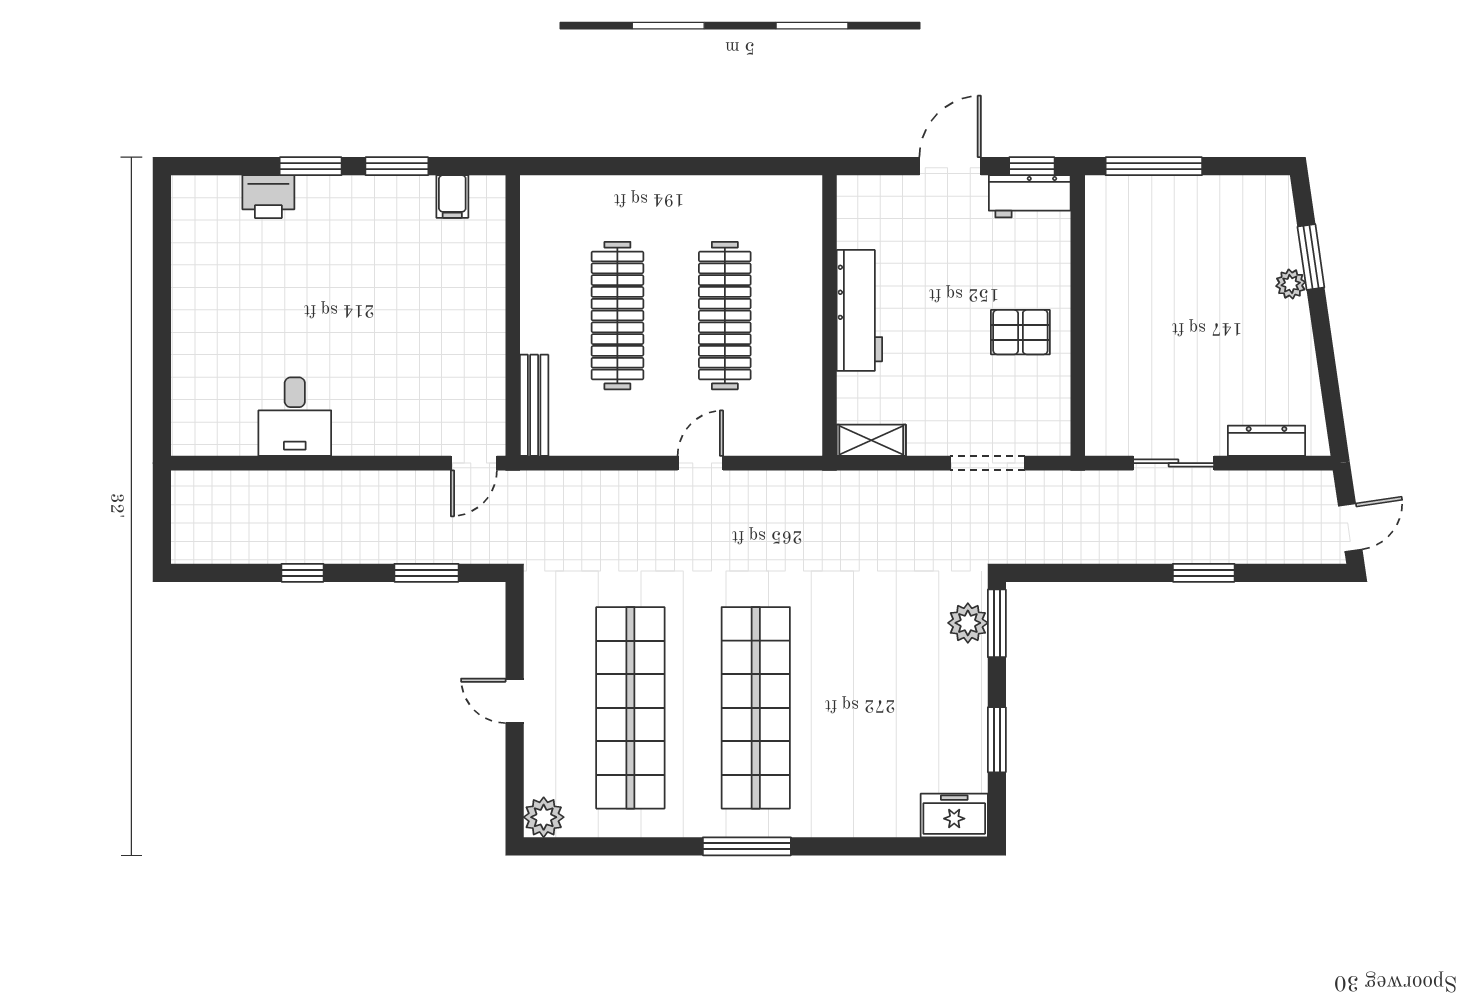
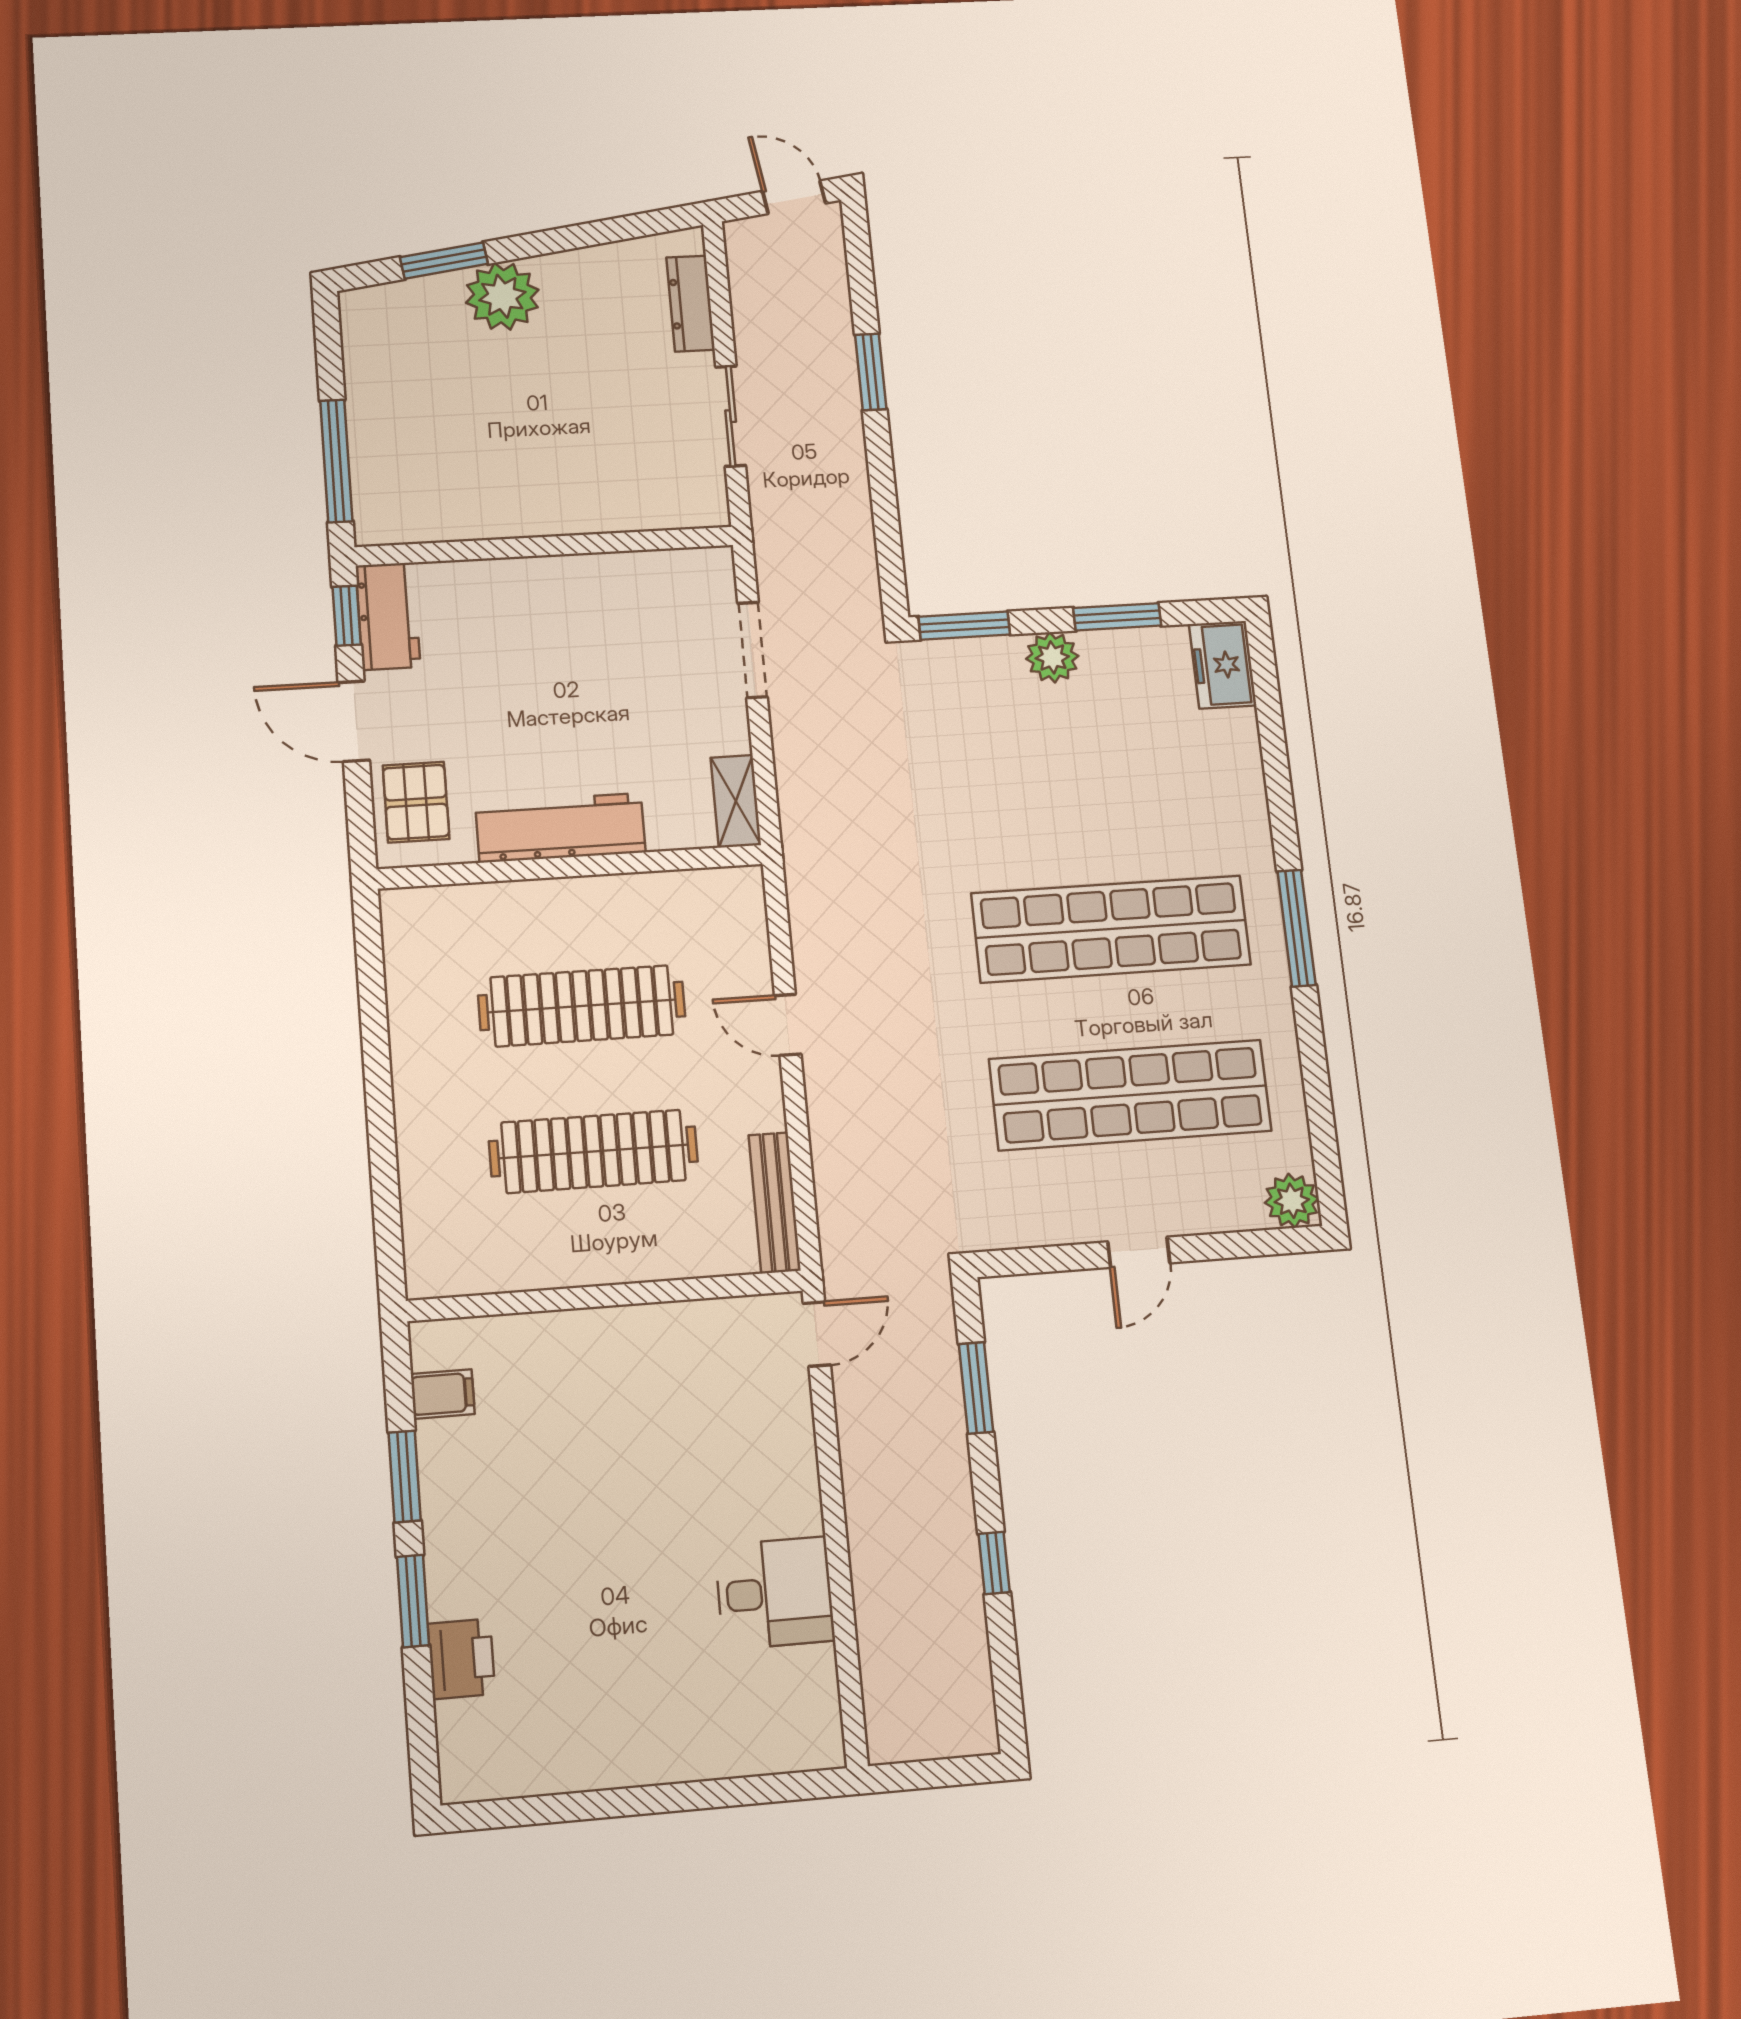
plant: (1291, 284) -> (502, 296), width x1.87, depth x1.87
pallet: (1020, 332) -> (416, 802), moved
bench: (534, 405) -> (775, 1203), moved, turned 90
door: (474, 463) -> (817, 1334), hinge flipped
plant: (968, 623) -> (1052, 657), moved

